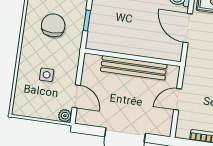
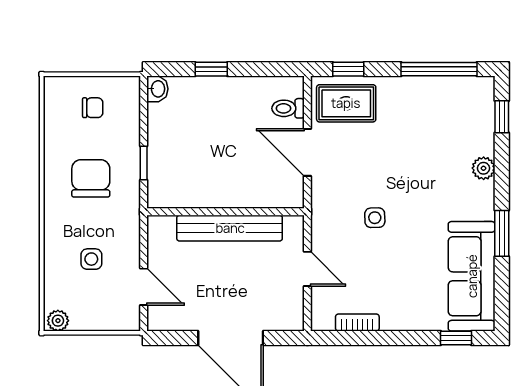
door: (178, 99) -> (307, 269), swing flipped
plant: (65, 116) -> (58, 321), moved

